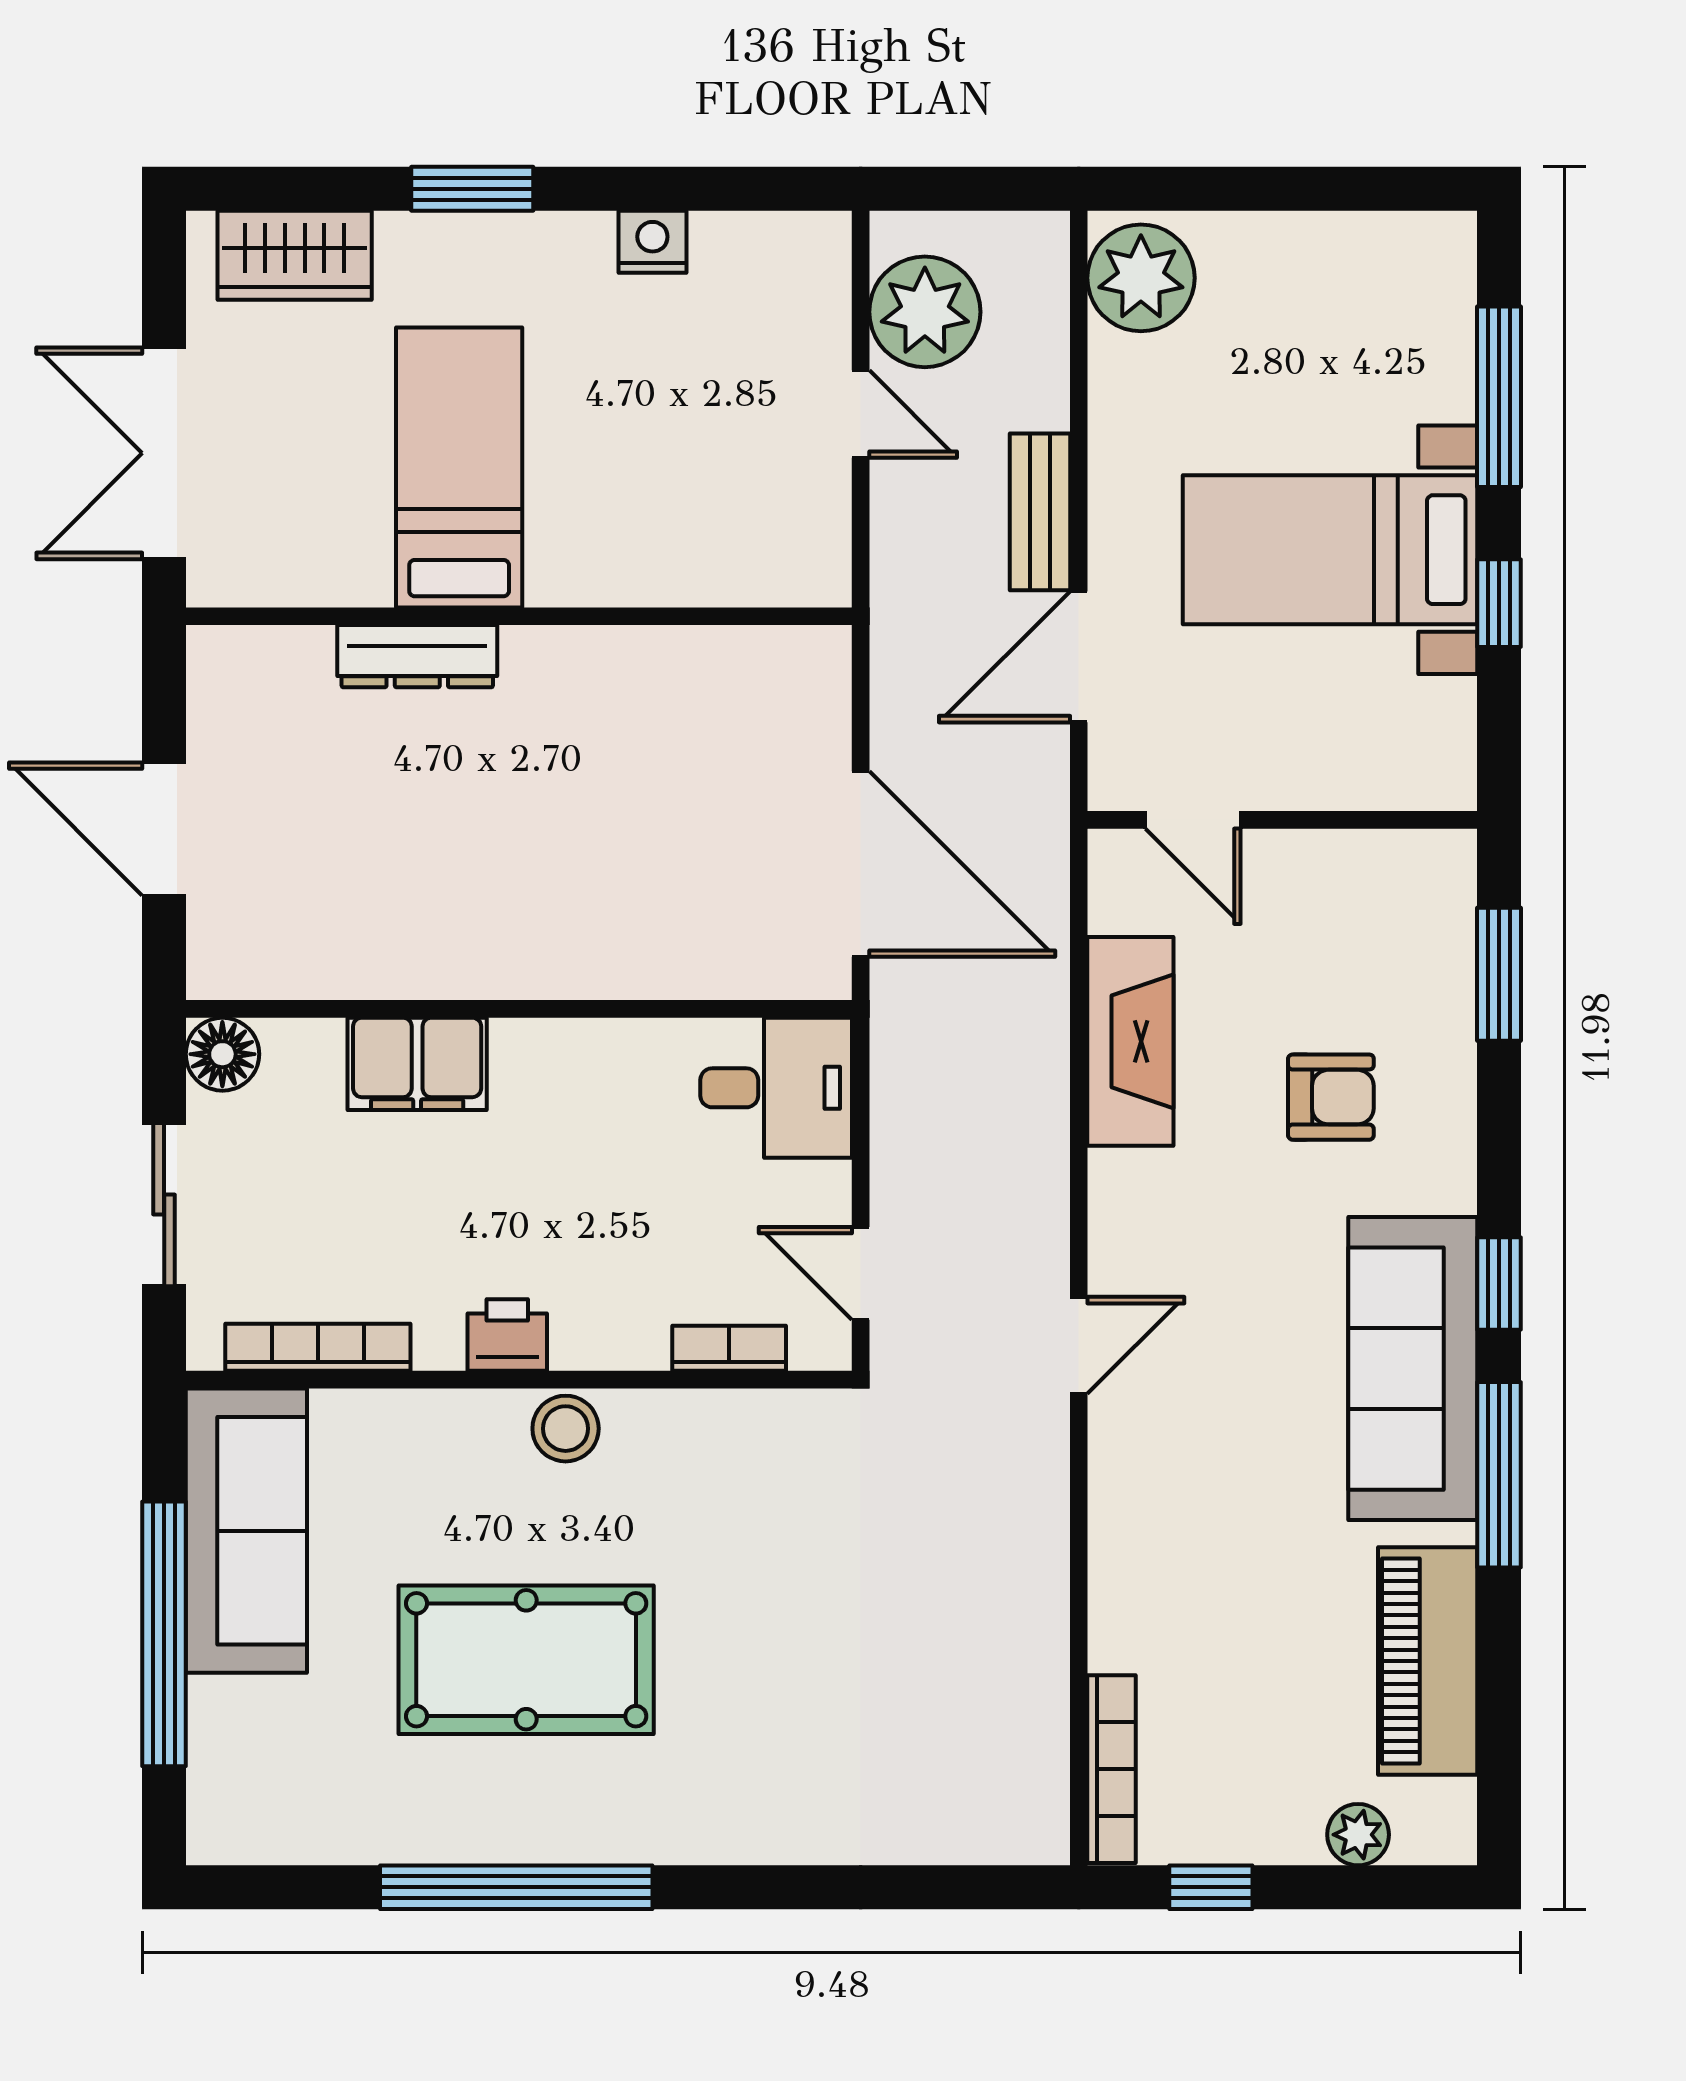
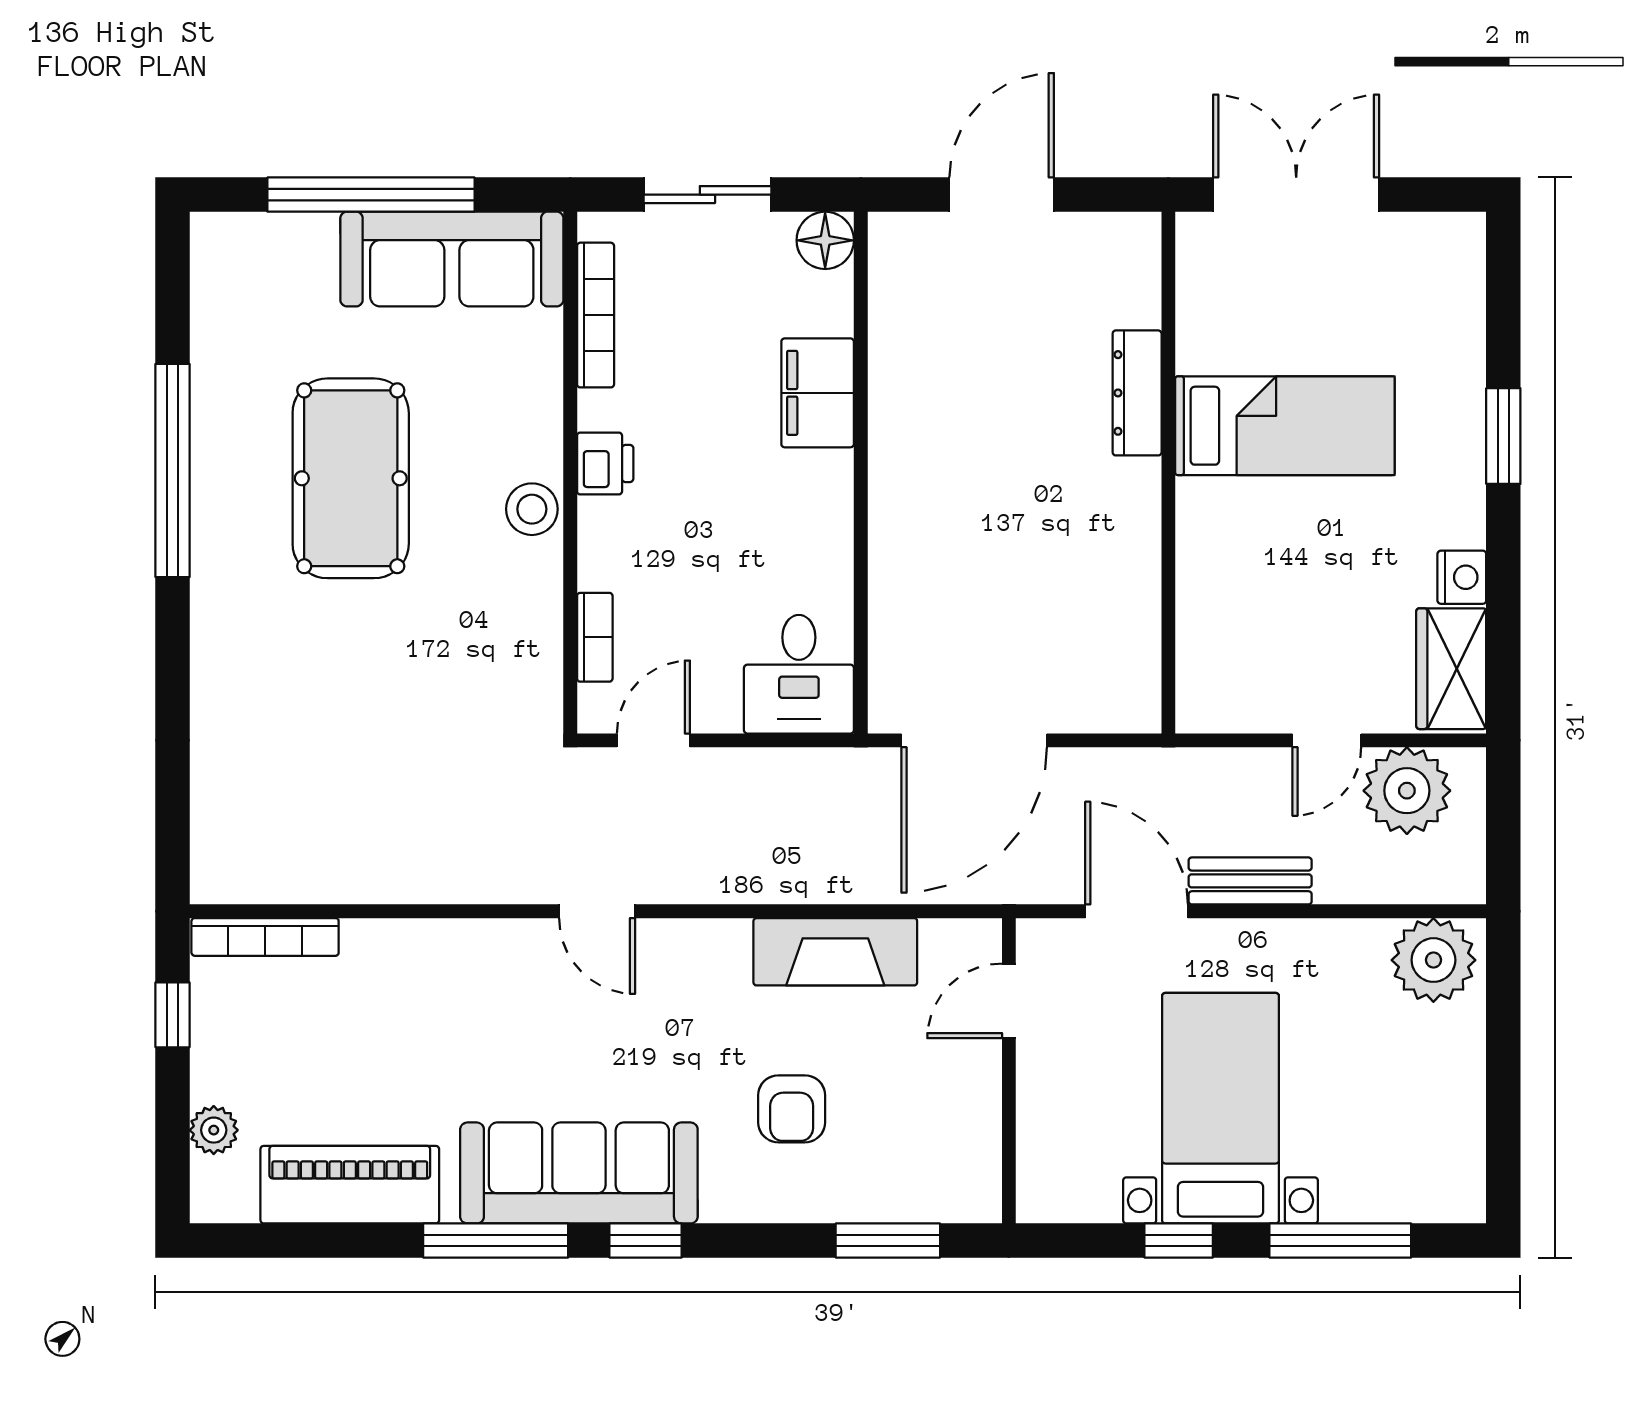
wardrobe: (295, 255) -> (1451, 669), moved

